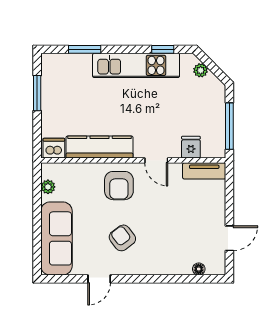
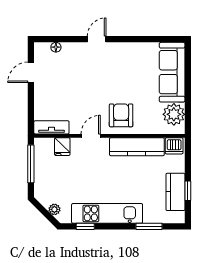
kitchen counter: (52, 92) -> (175, 192), added
window: (37, 93) -> (188, 191), width x0.67
door: (156, 160) -> (91, 136), hinge flipped
plant: (48, 187) -> (174, 114), width x1.88, depth x1.88
armchair: (122, 238) -> (118, 73), removed
door: (99, 279) -> (97, 39), moved

